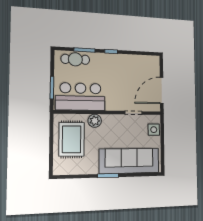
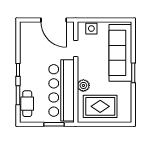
bar counter: (81, 97) -> (61, 90), width x1.36

